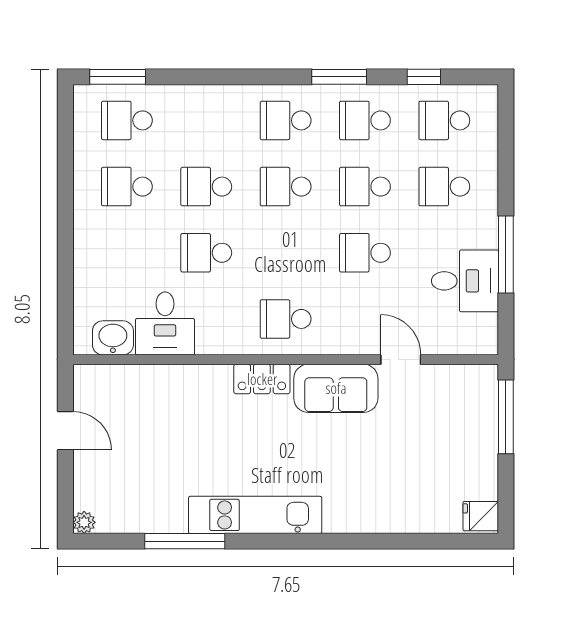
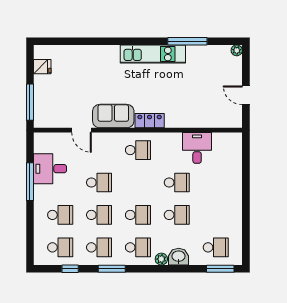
plant: (238, 97) -> (161, 259), added
school desk: (127, 187) -> (216, 215), removed
washbasin: (113, 338) -> (179, 257), moved, turned 180
fridge: (481, 516) -> (42, 67), moved

